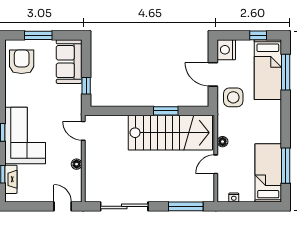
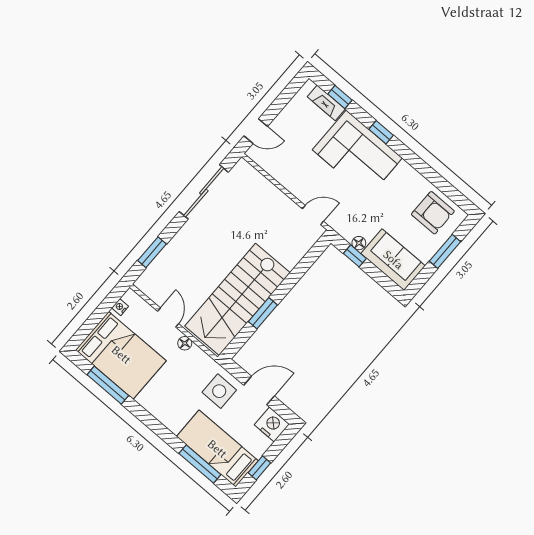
floor lamp: (77, 164) -> (359, 243), moved
bed: (268, 173) -> (121, 355), width x1.50
window: (186, 206) -> (152, 252), width x0.69

